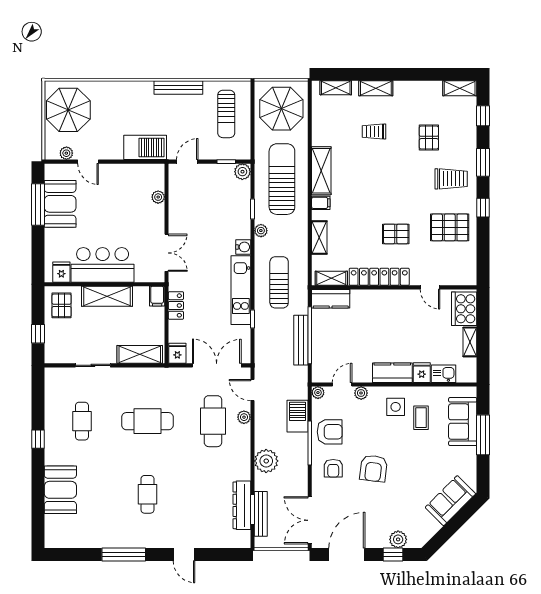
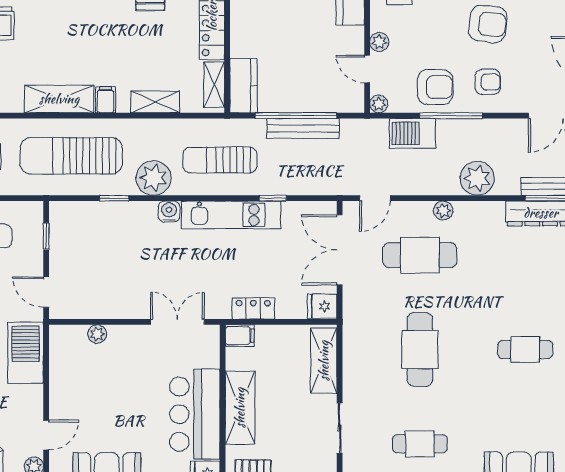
plant: (242, 172) -> (61, 213), removed
plant: (261, 231) -> (154, 178), width x1.88, depth x1.88
plant: (244, 417) -> (443, 210), moved
armchair: (330, 432) -> (435, 87), turned 90

